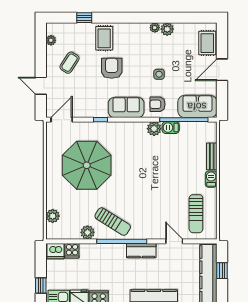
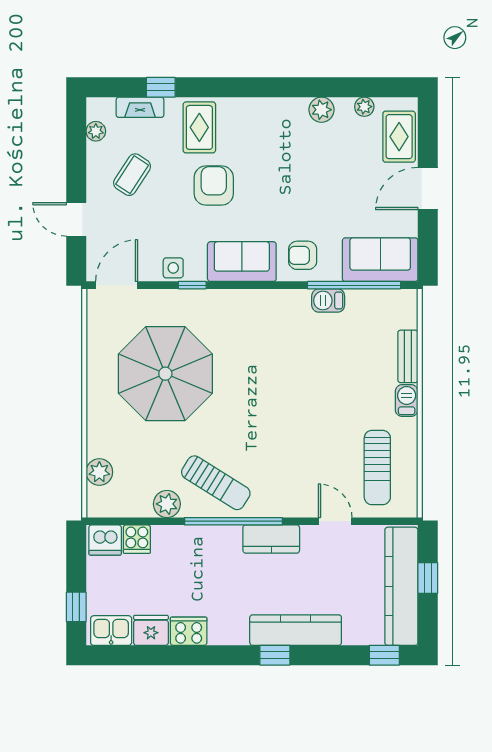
fireplace: (74, 28) -> (140, 107), added
plant: (155, 28) -> (364, 107), moved
side table: (159, 74) -> (173, 268), moved
plant: (154, 129) -> (296, 303), removed

